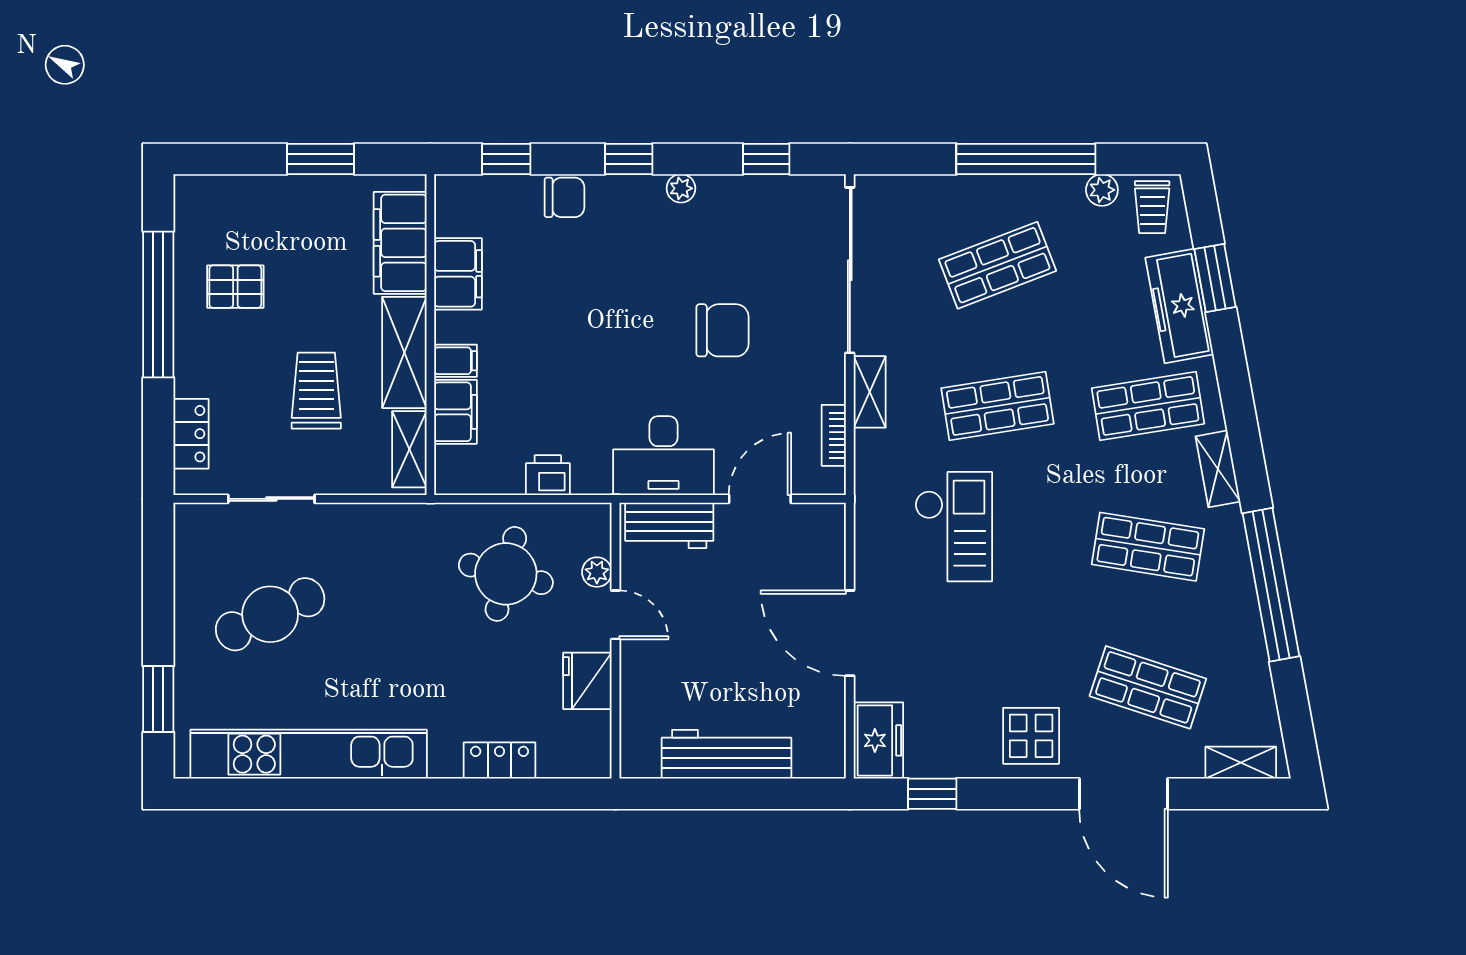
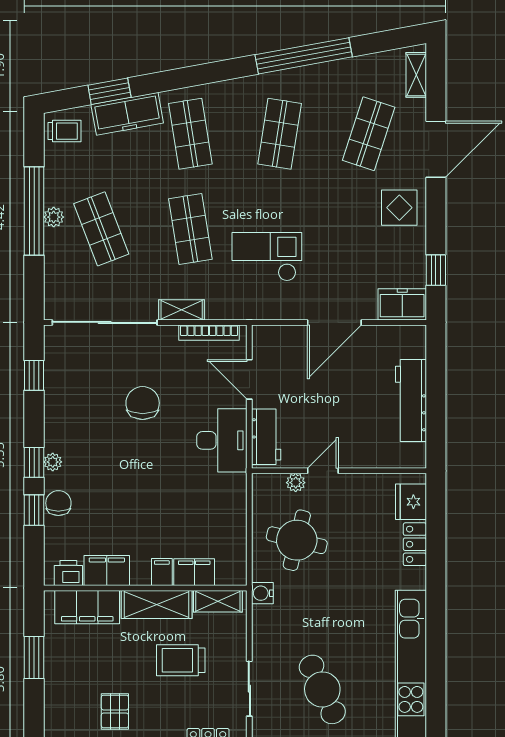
window: (506, 159) -> (34, 510), moved
plant: (681, 188) -> (53, 462), moved
plant: (1102, 190) -> (54, 217), moved
bookcase: (834, 435) -> (209, 333), width x1.56
shelving: (1218, 469) -> (230, 89), removed
printer: (548, 475) -> (68, 573), moved, turned 90
water cooler: (422, 520) -> (262, 593), added
fridge: (587, 681) -> (411, 502), moved, turned 90

